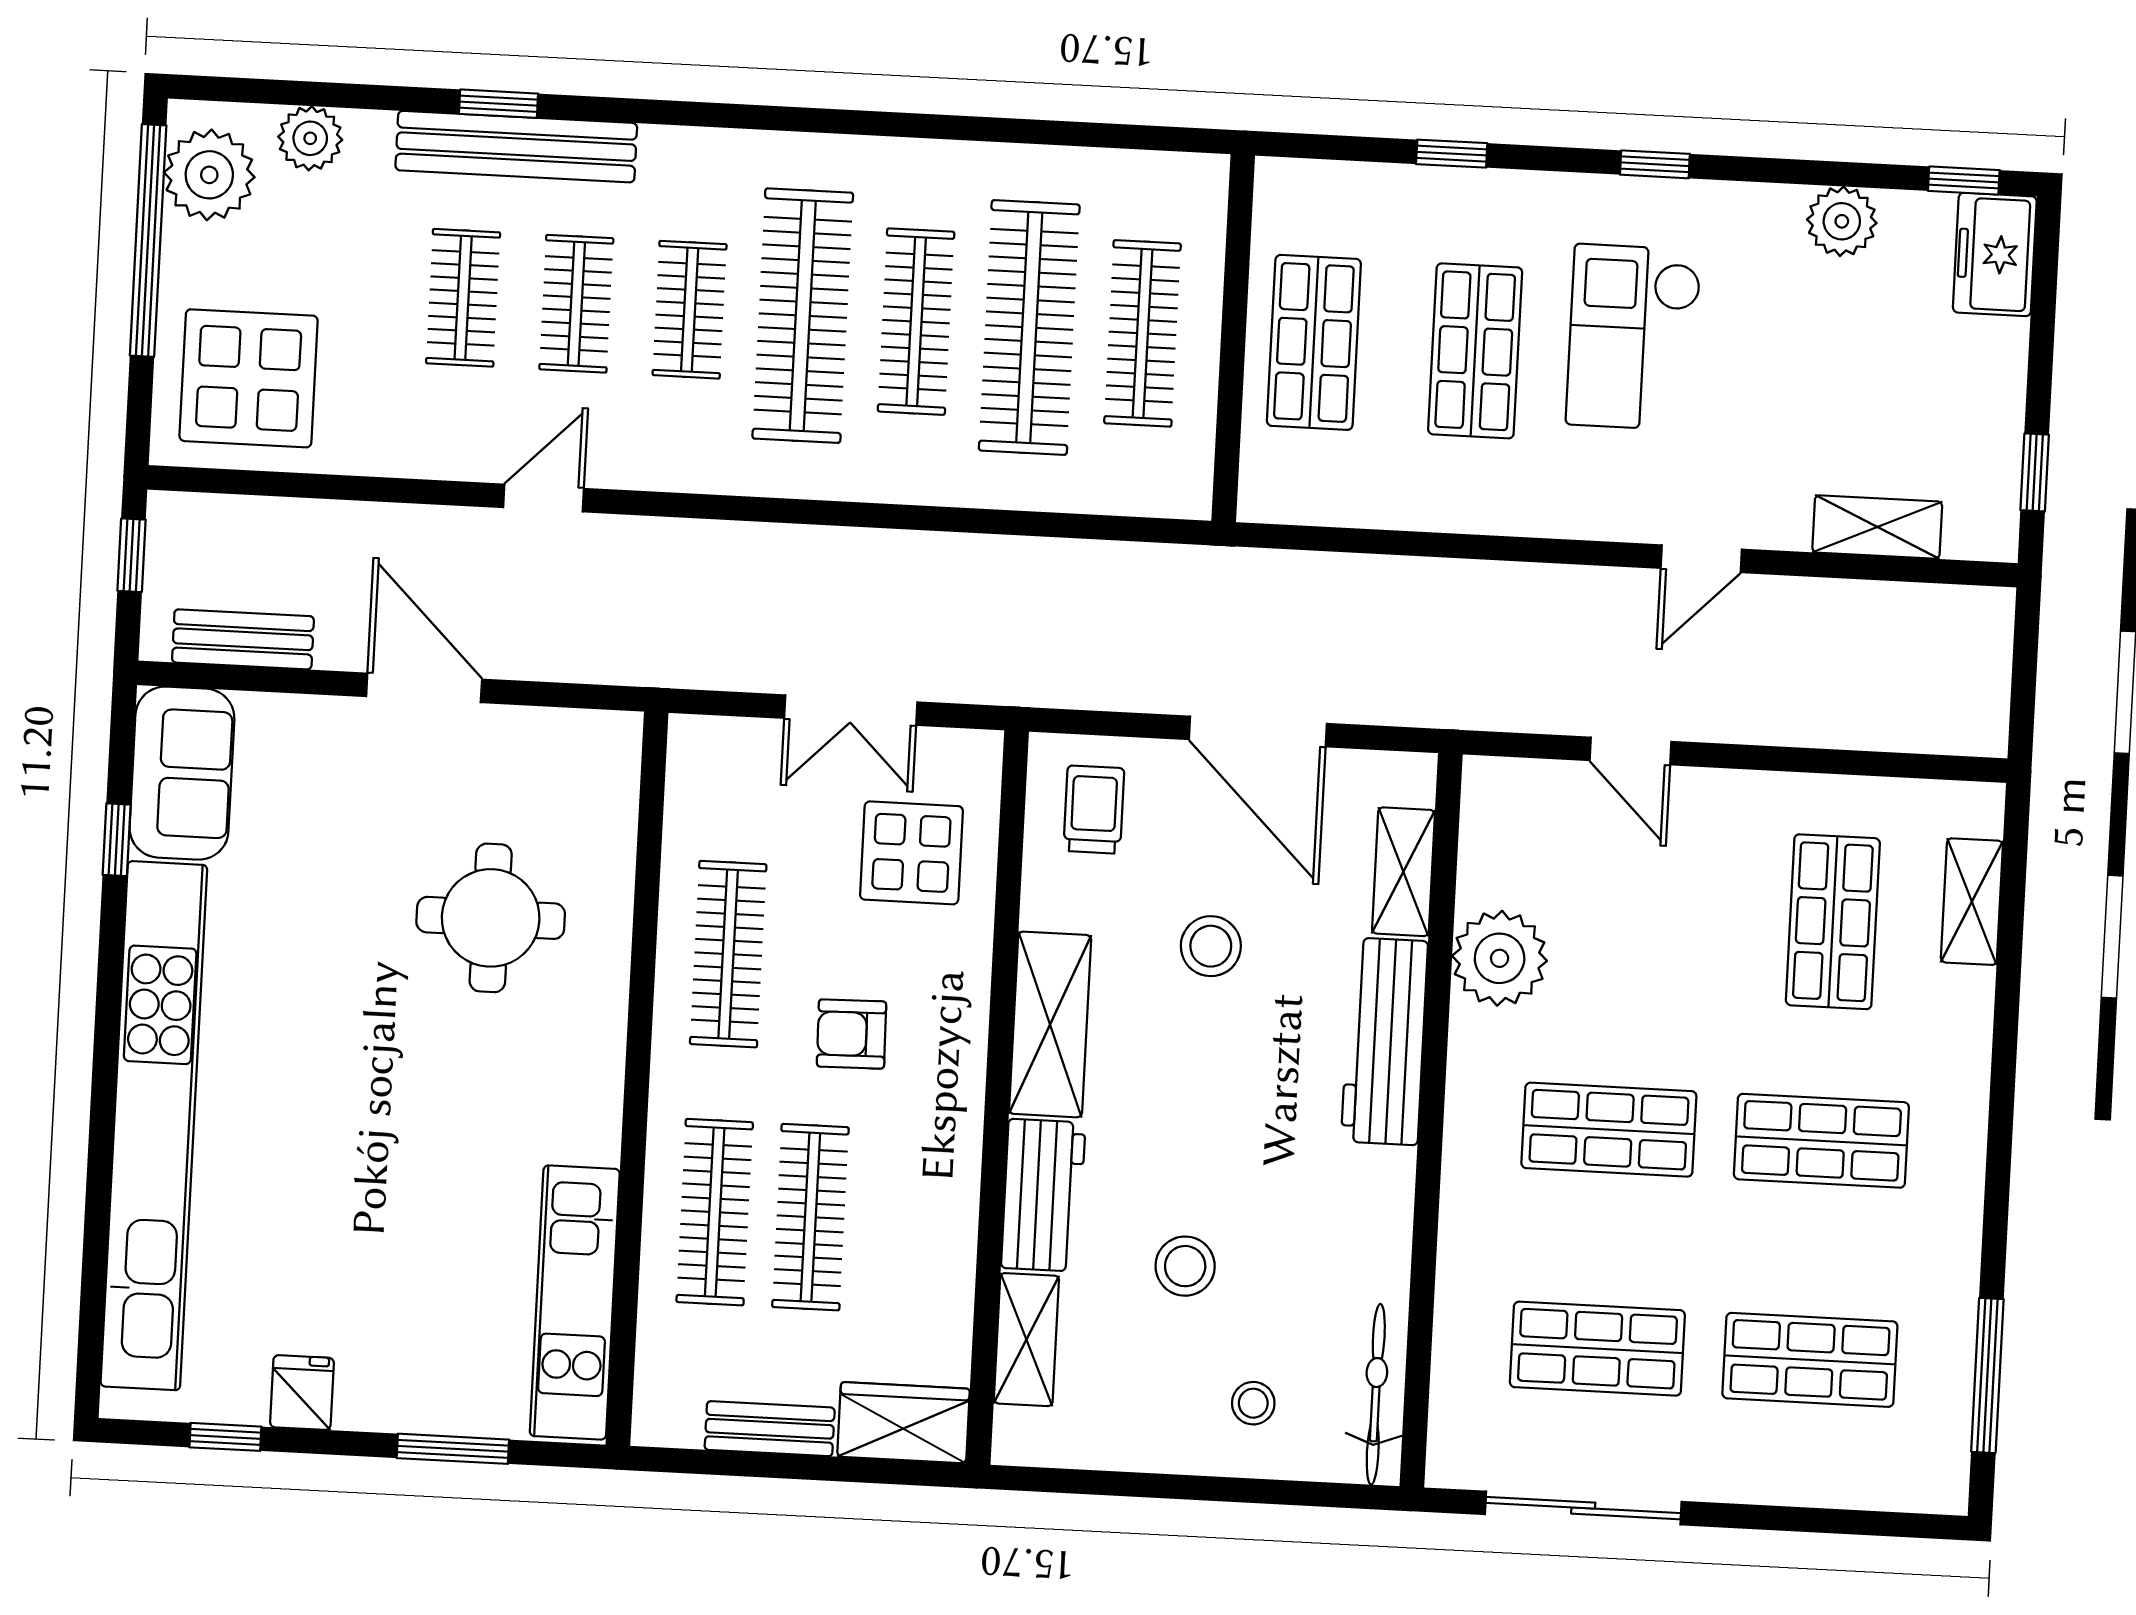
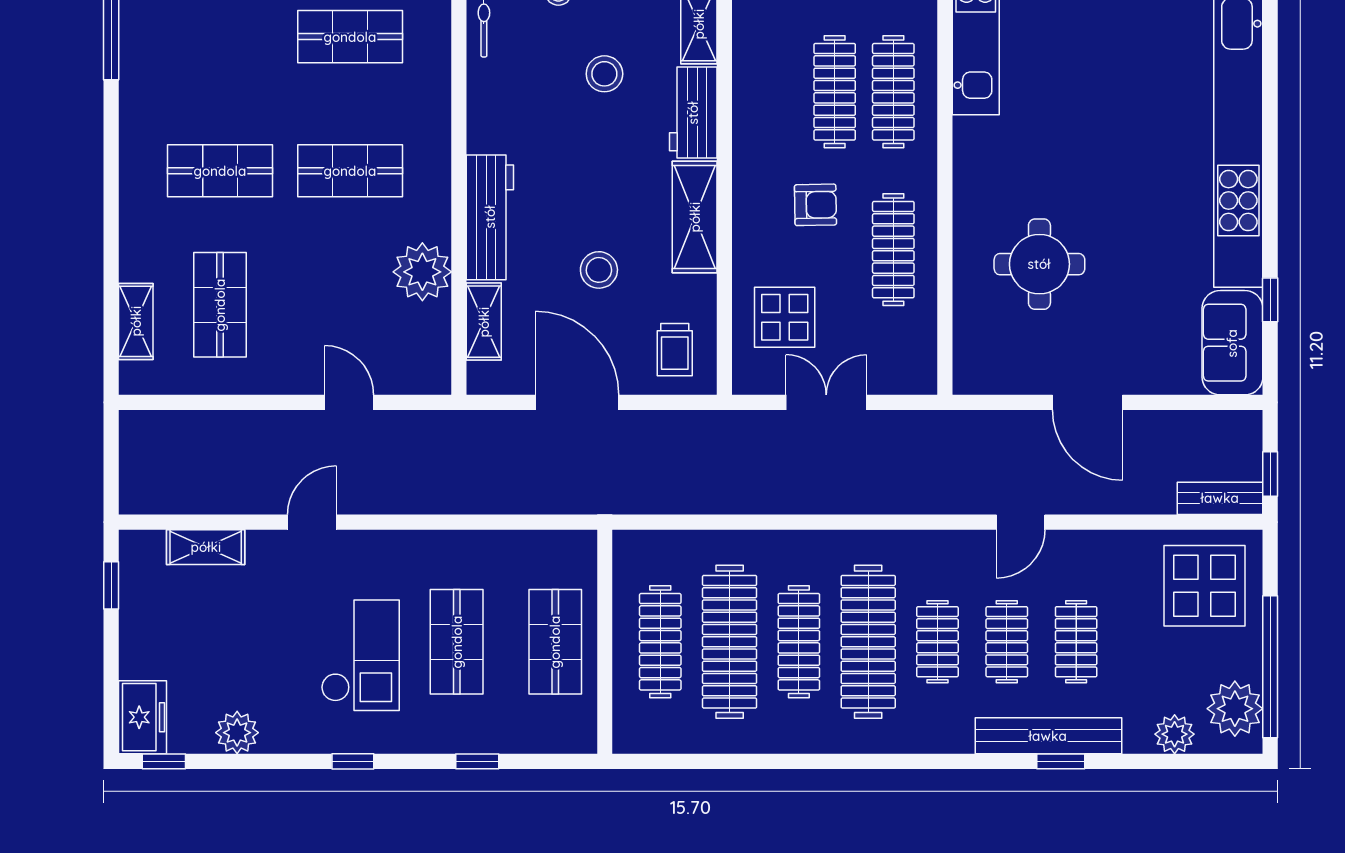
bench: (243, 639) -> (1220, 498), moved
shop shelf: (1810, 1360) -> (220, 37), removed

